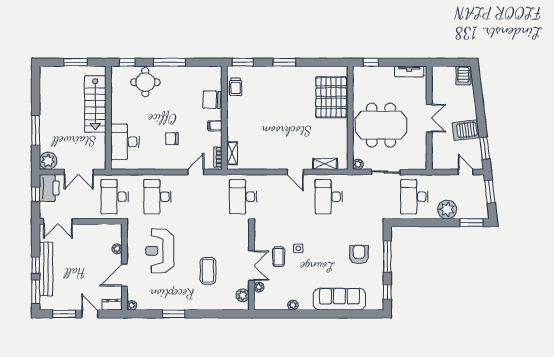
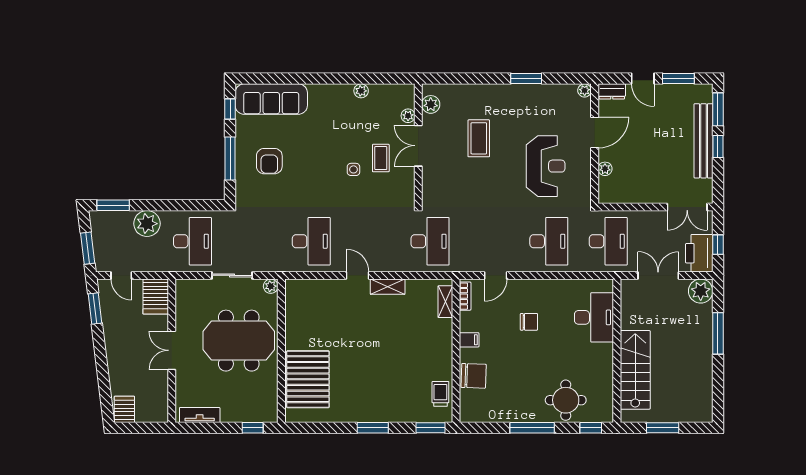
server rack: (466, 130) -> (156, 297), moved, turned 97
shelving: (325, 164) -> (388, 287), moved
double door: (58, 221) -> (687, 207), swing flipped
sofa: (339, 299) -> (271, 99), moved

